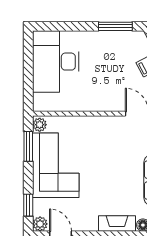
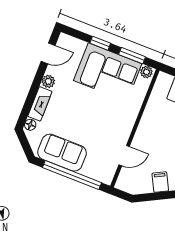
window: (28, 205) -> (100, 43), moved
plant: (40, 224) -> (48, 81), moved

